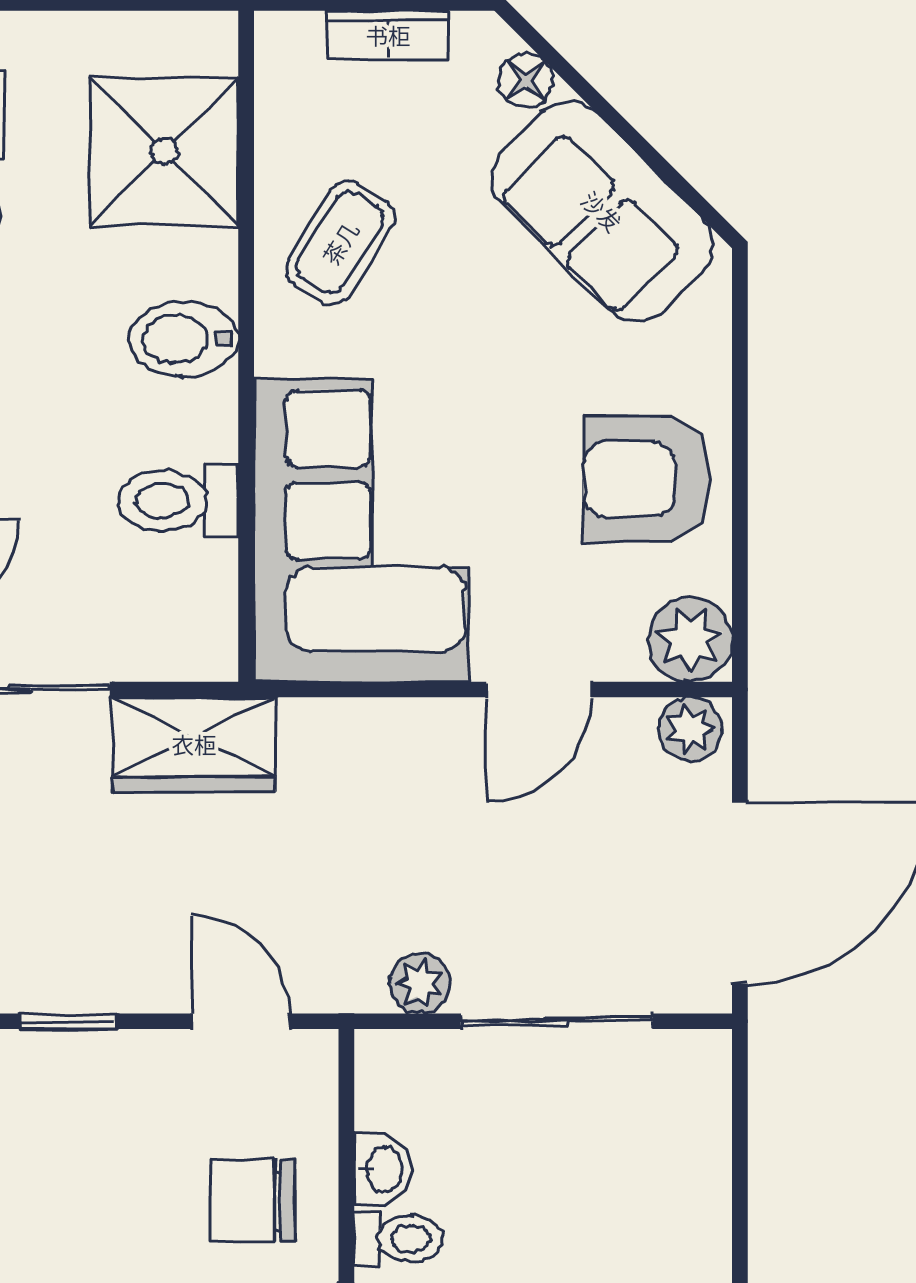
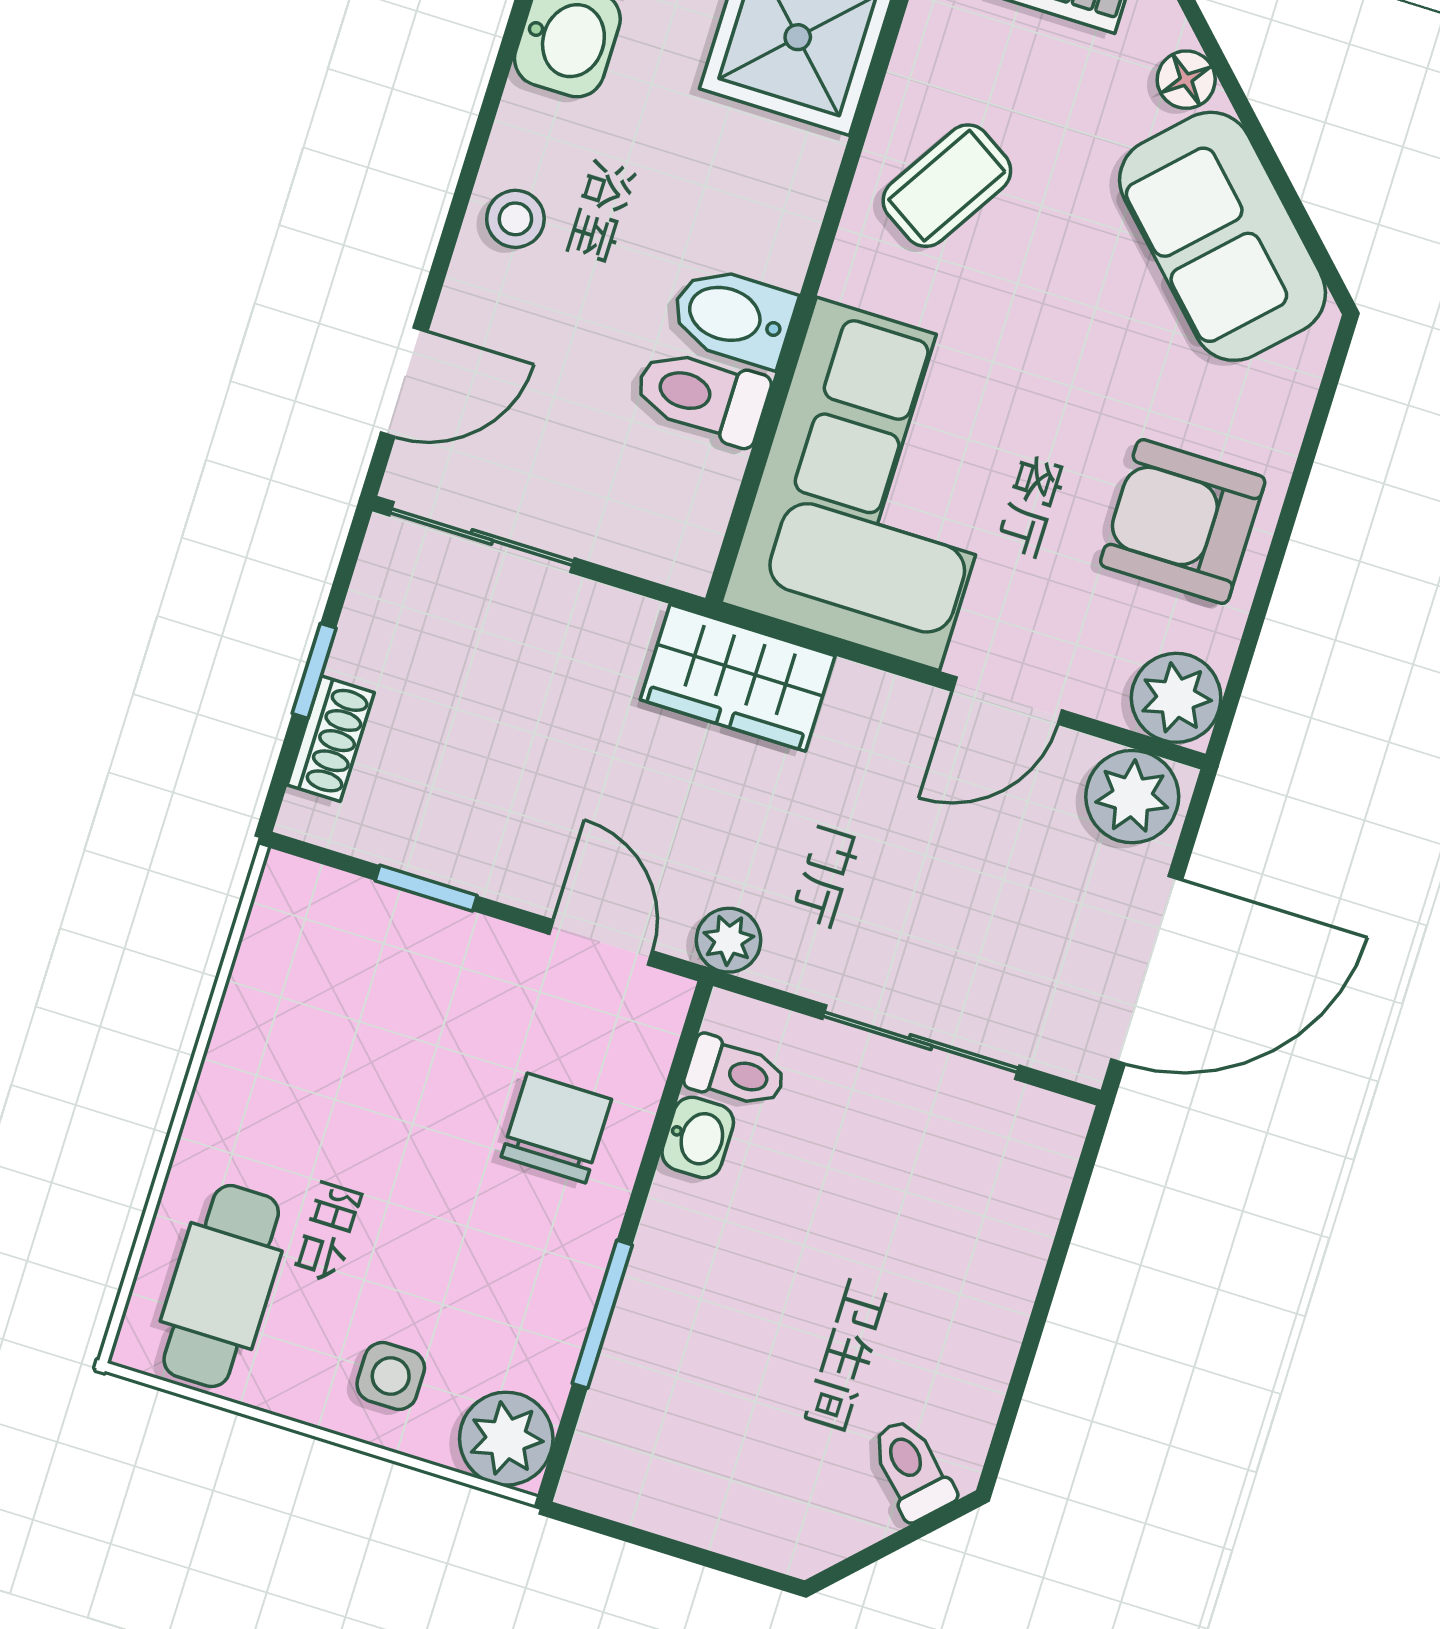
bidet: (184, 339) -> (733, 316), moved
plant: (690, 729) -> (1132, 797), width x1.38, depth x1.38
wardrobe: (194, 744) -> (738, 678), moved
plant: (420, 983) -> (728, 940), moved
chair: (253, 1201) -> (556, 1128), turned 90
toilet: (399, 1238) -> (736, 1073), moved

